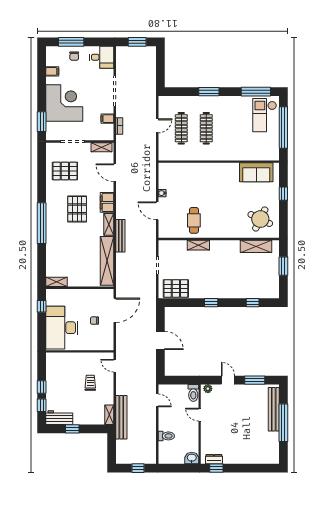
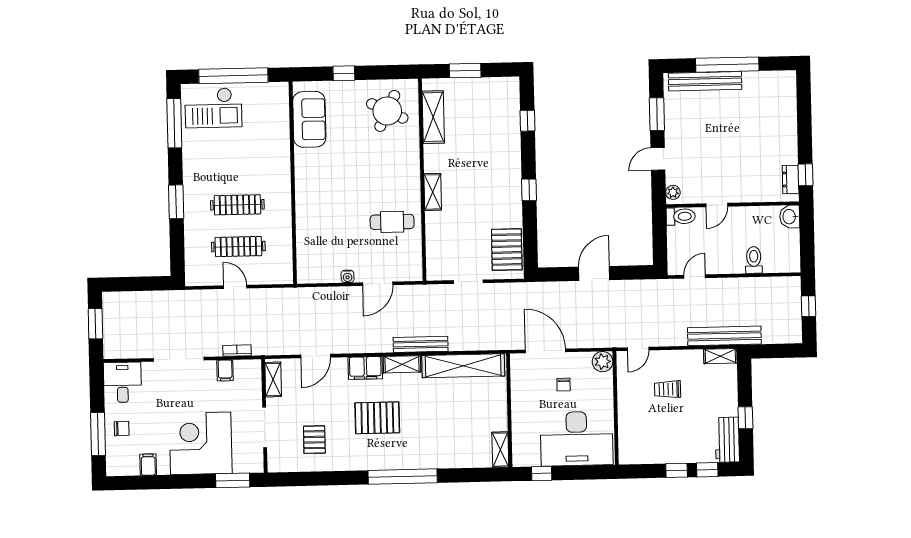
pallet: (65, 171) -> (314, 440), width x0.67, depth x0.71
shelving: (198, 245) -> (433, 192), moved
plant: (108, 344) -> (603, 362), added

